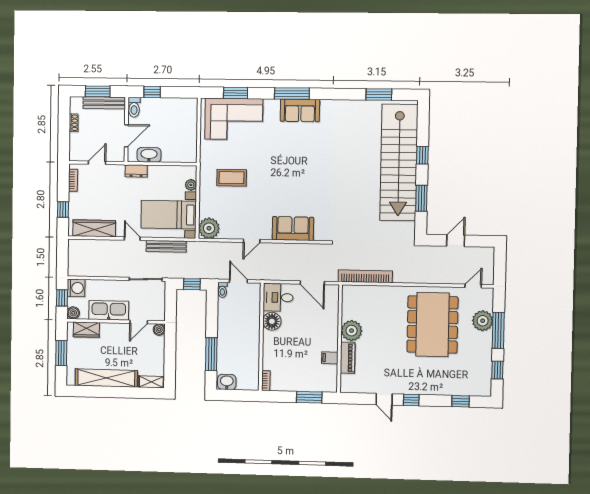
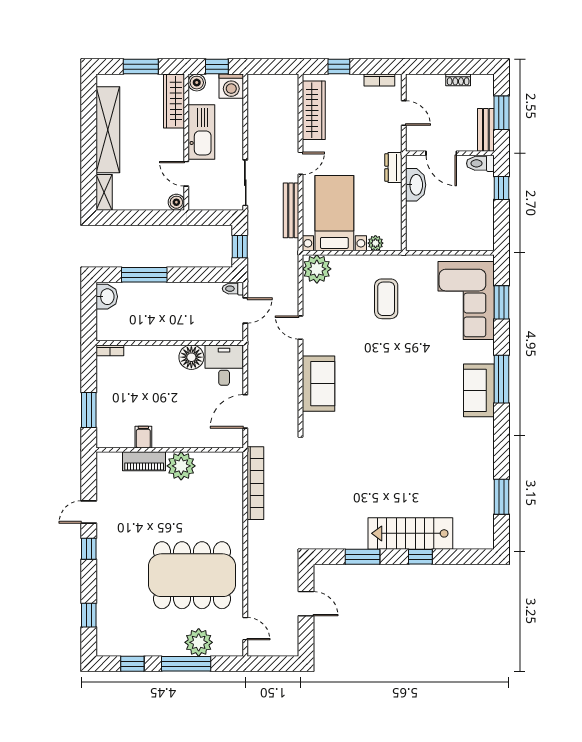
bench: (104, 103) -> (486, 130), width x0.73
stairs: (399, 162) -> (410, 533), width x0.54, depth x0.66
wardrobe: (86, 330) -> (174, 101), width x1.50

